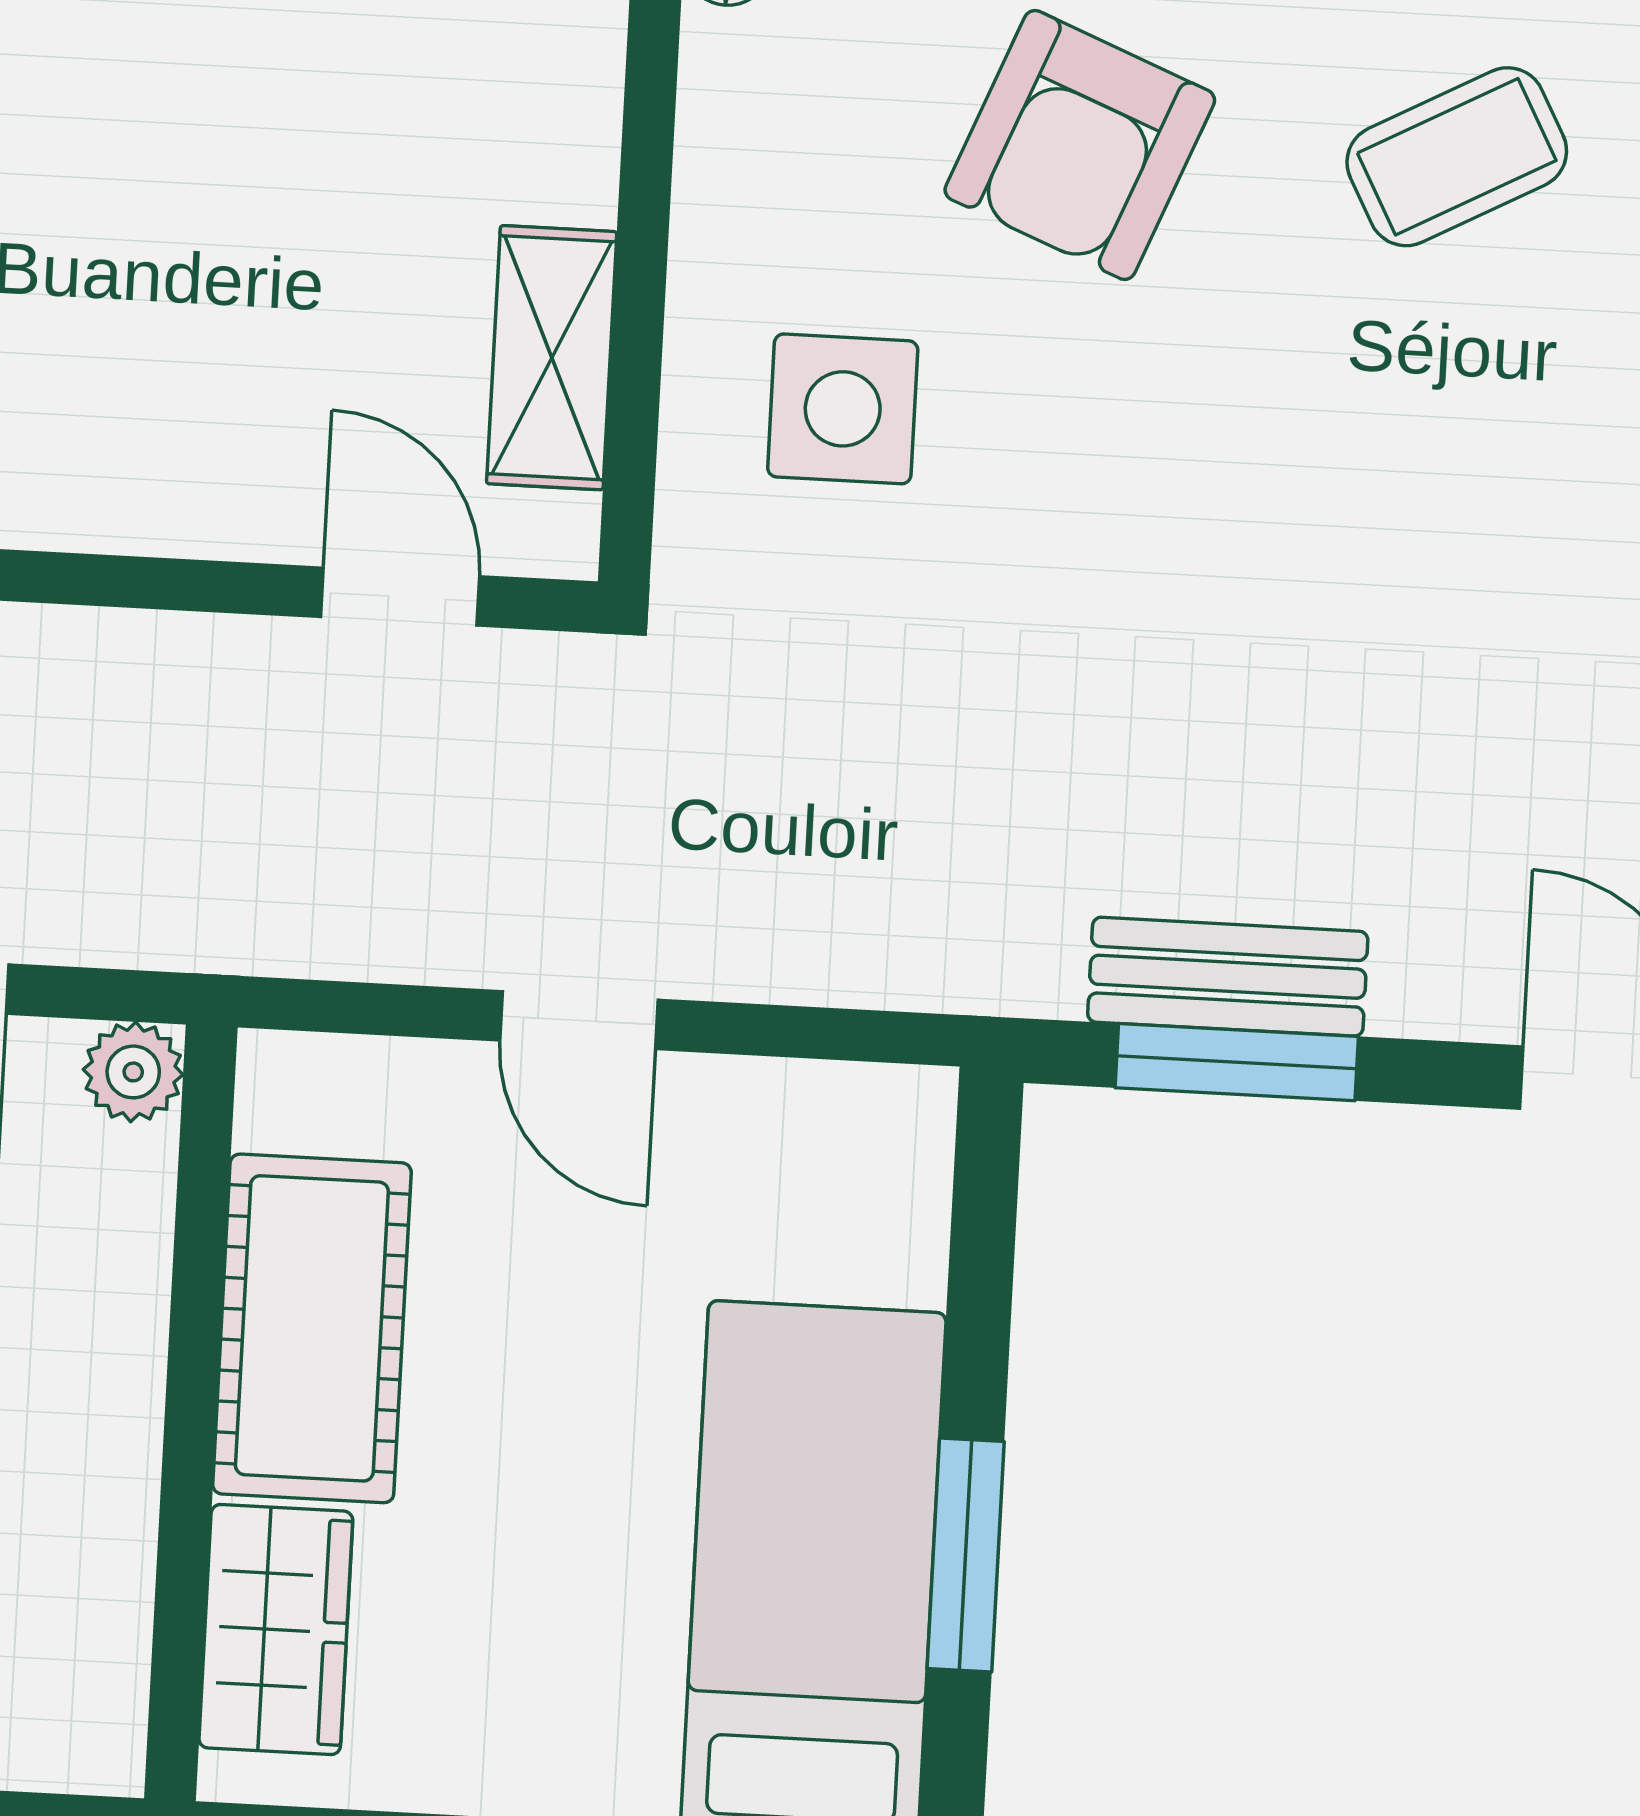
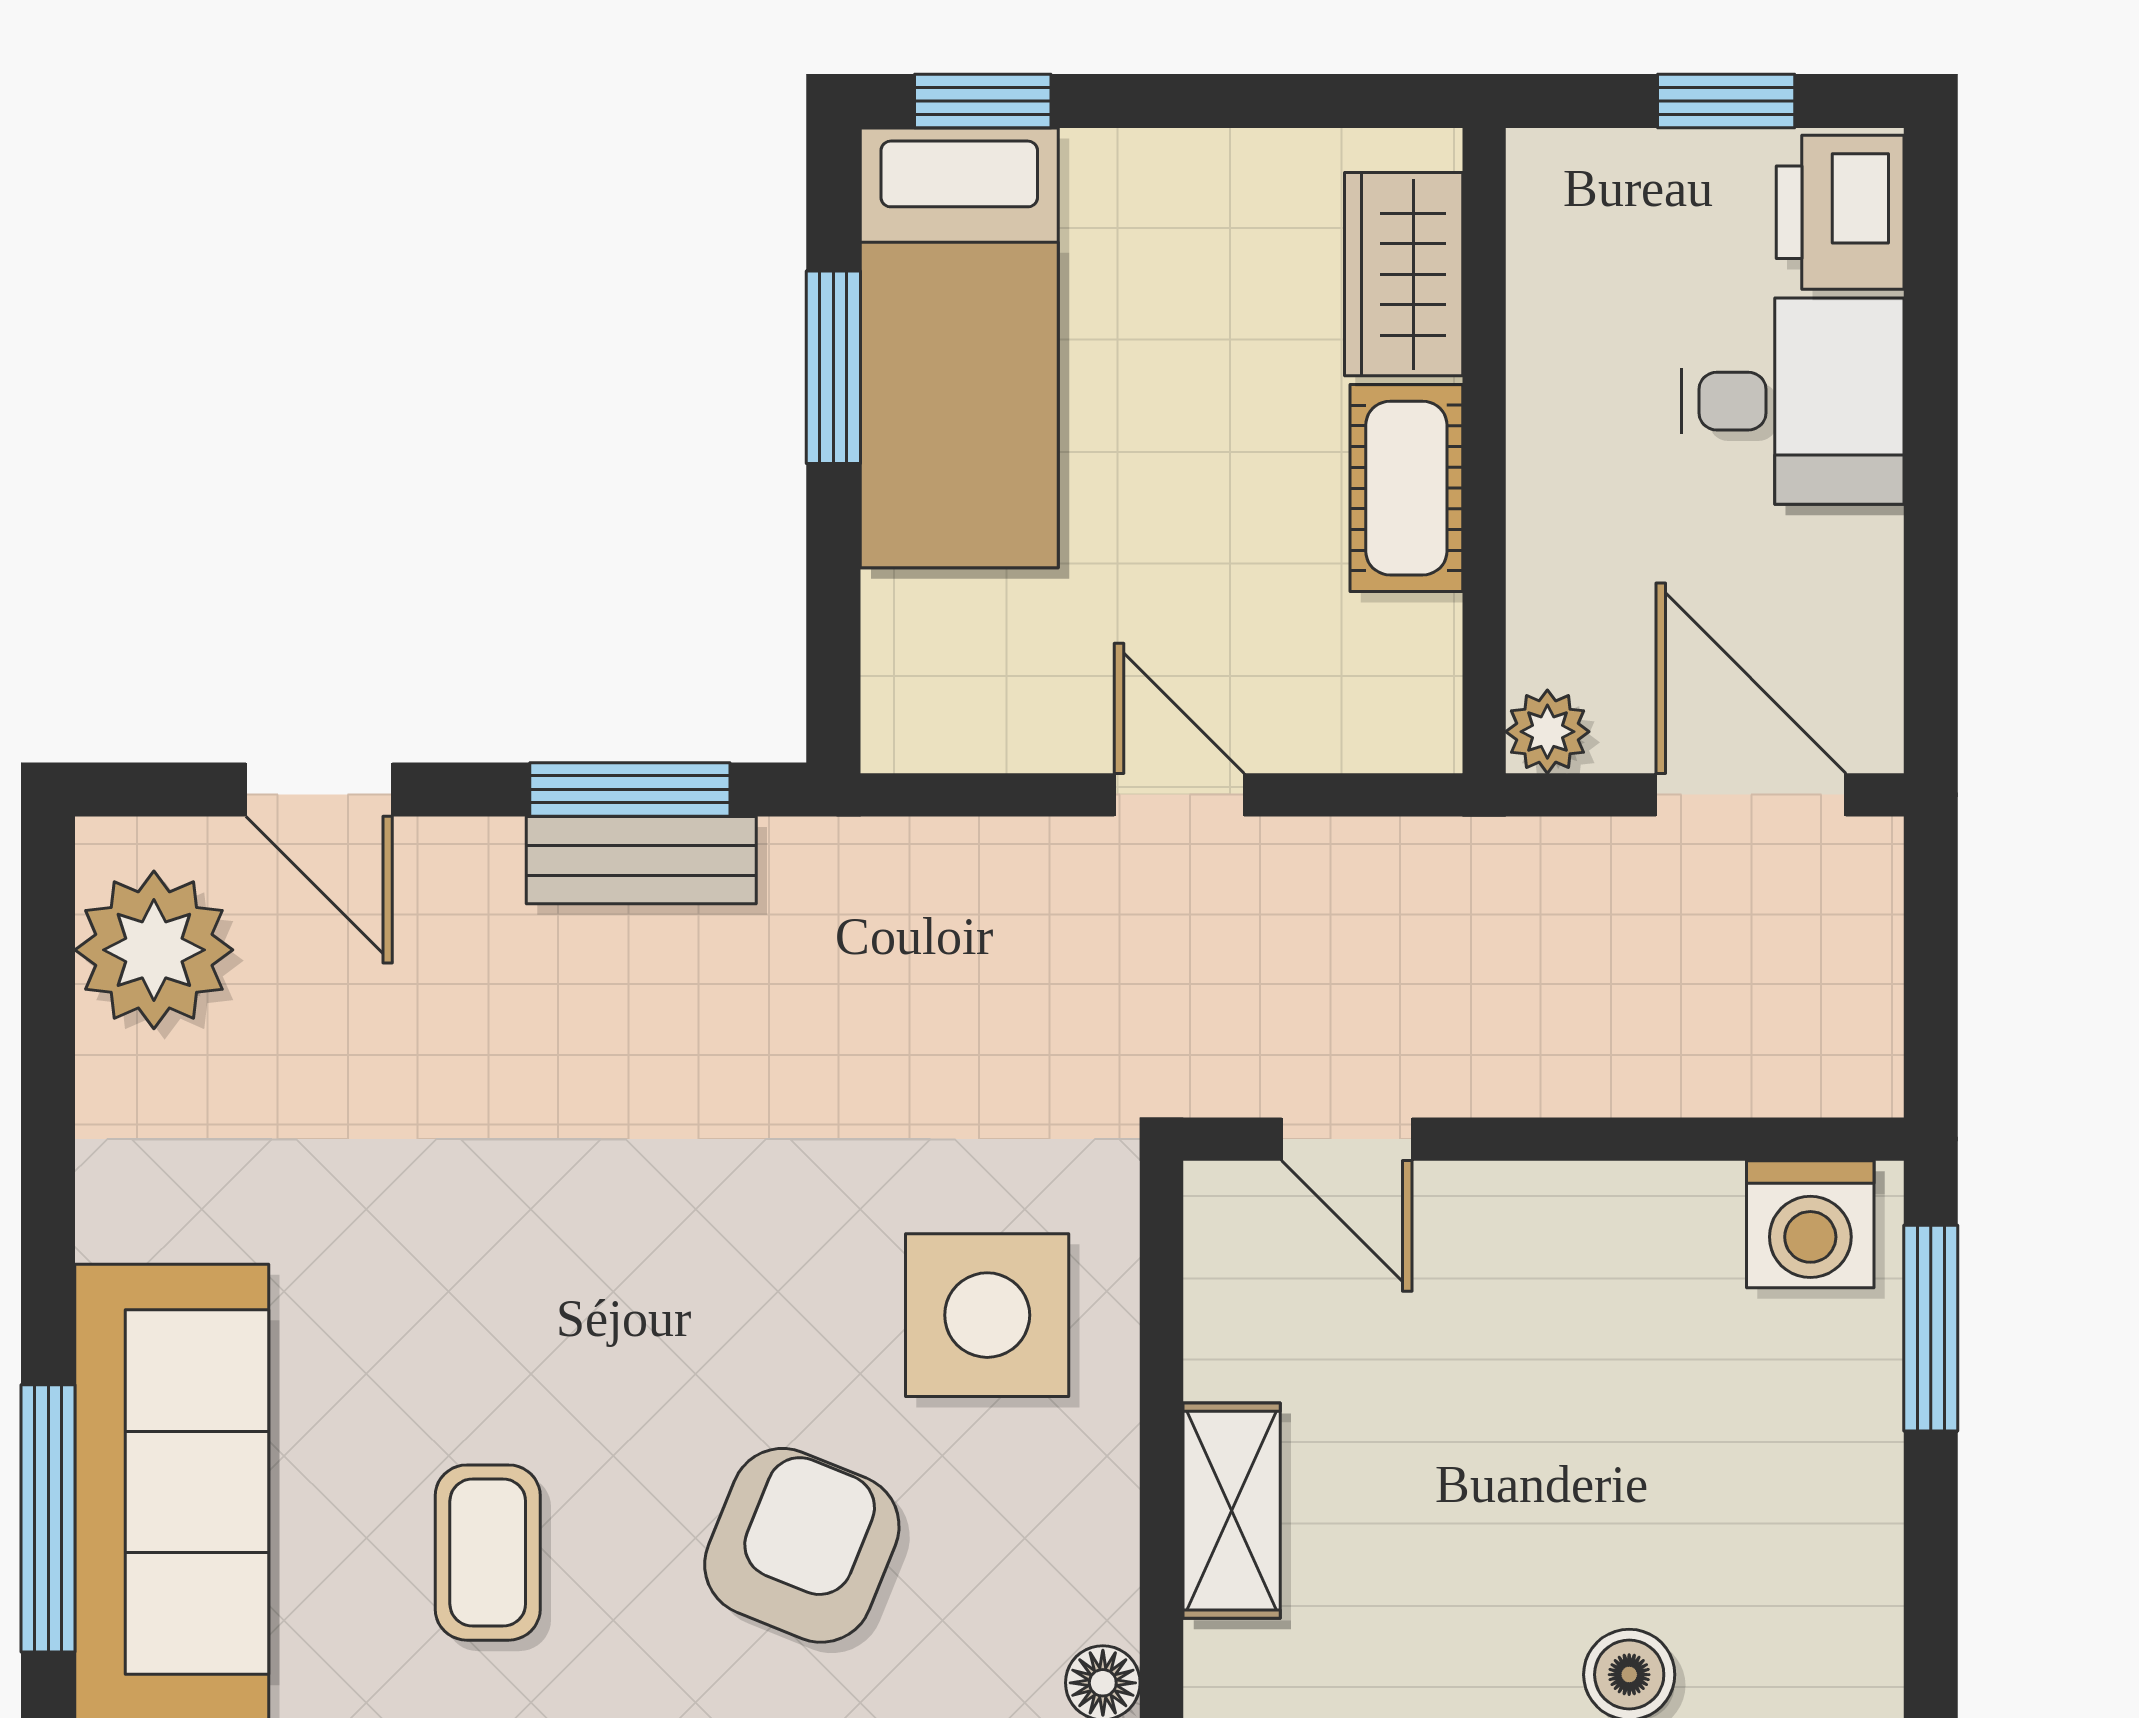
coffee table: (1457, 157) -> (488, 1553), turned -62
shelving: (552, 358) -> (1232, 1511), moved
side table: (843, 409) -> (987, 1315), width x1.37, depth x1.37
cot: (312, 1328) -> (1406, 488), width x0.73, depth x0.75

